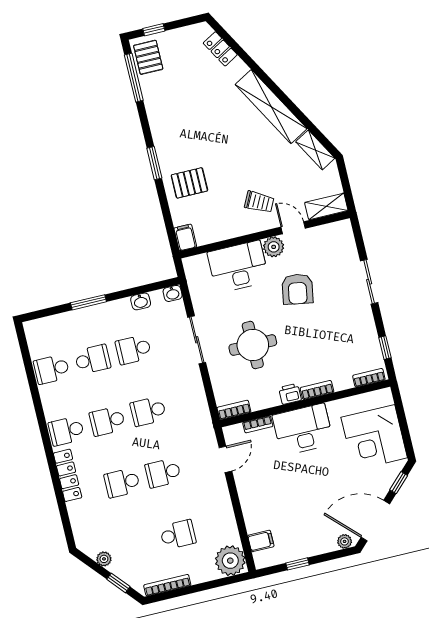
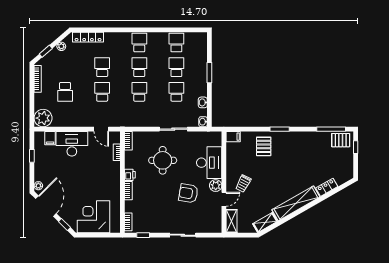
locker: (220, 49) -> (327, 187), moved
school desk: (93, 359) -> (176, 67), turned 180
desk: (303, 429) -> (72, 144), moved, turned -90
locker: (68, 475) -> (88, 37), moved

